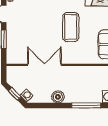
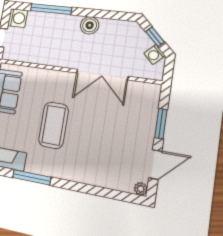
washing machine: (26, 95) -> (154, 55), moved

